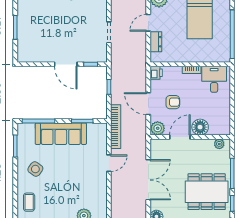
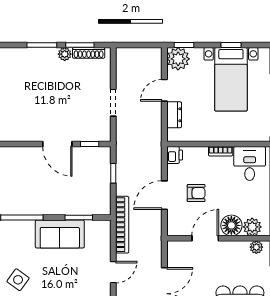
door: (148, 104) -> (164, 195), hinge flipped
plant: (158, 128) -> (252, 227), moved
sofa: (61, 134) -> (60, 234), width x0.73

